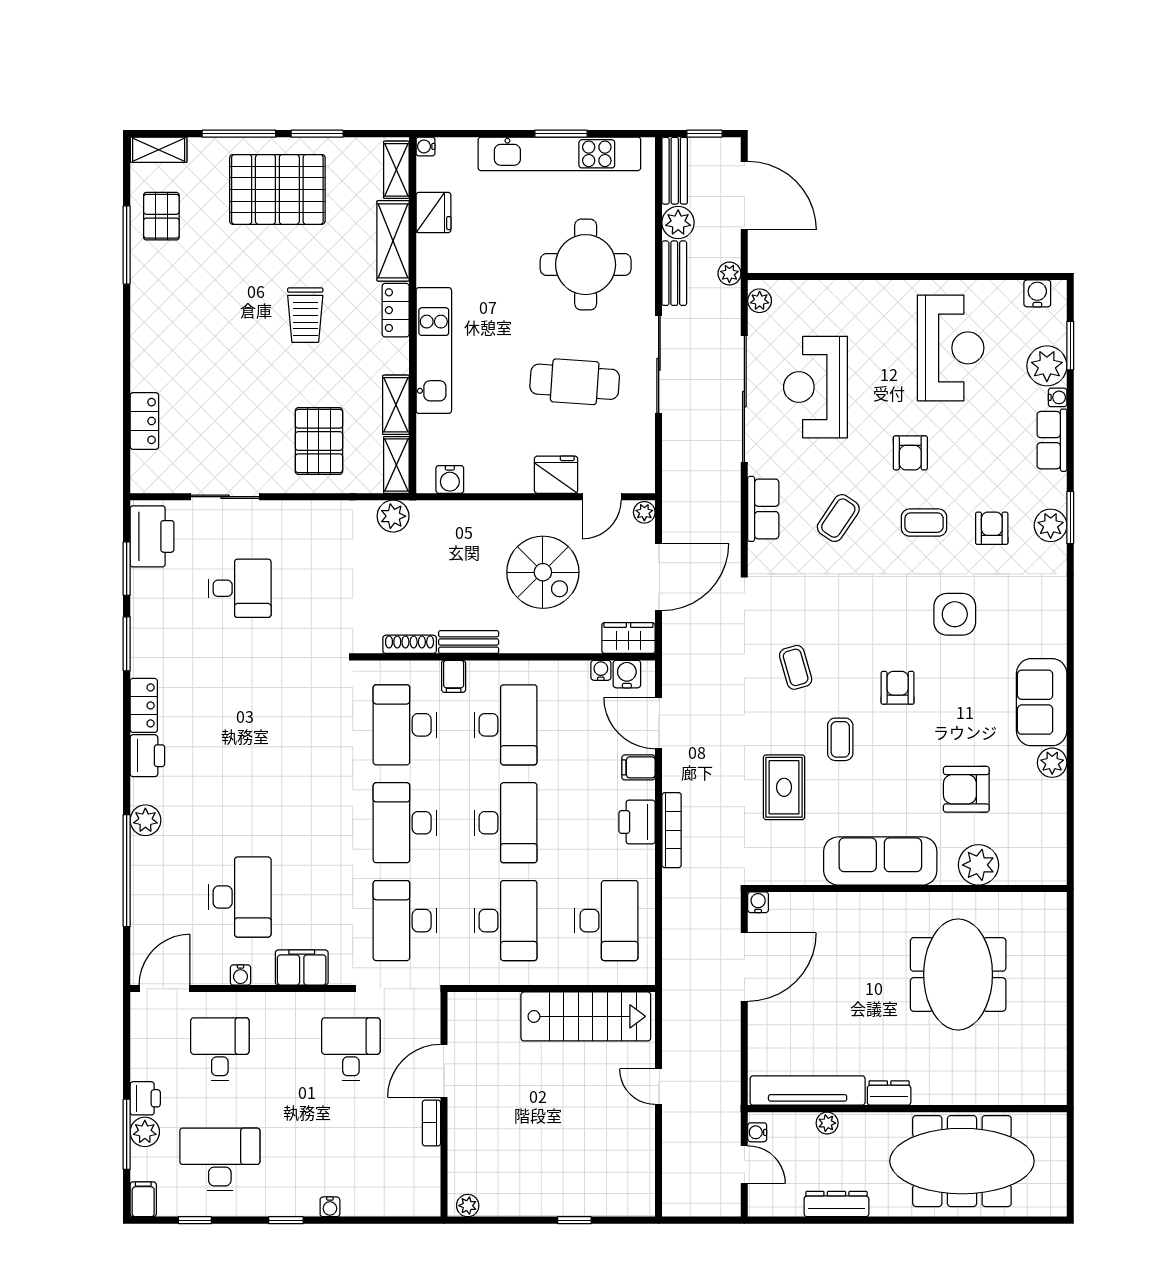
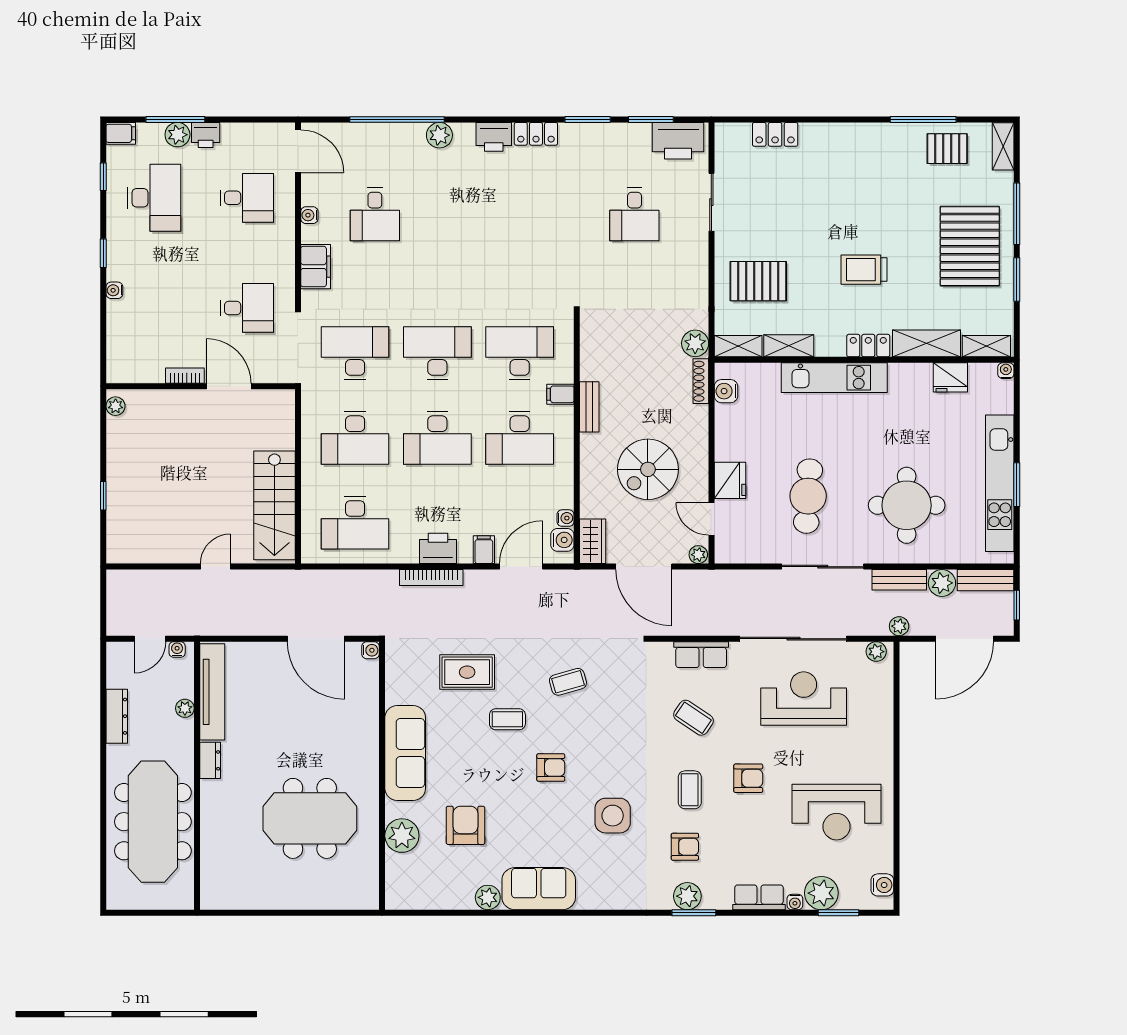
armchair: (910, 453) -> (748, 778), turned 180
shoe rack: (410, 644) -> (701, 381), moved, turned 180
desk: (240, 897) -> (375, 214), width x0.73

